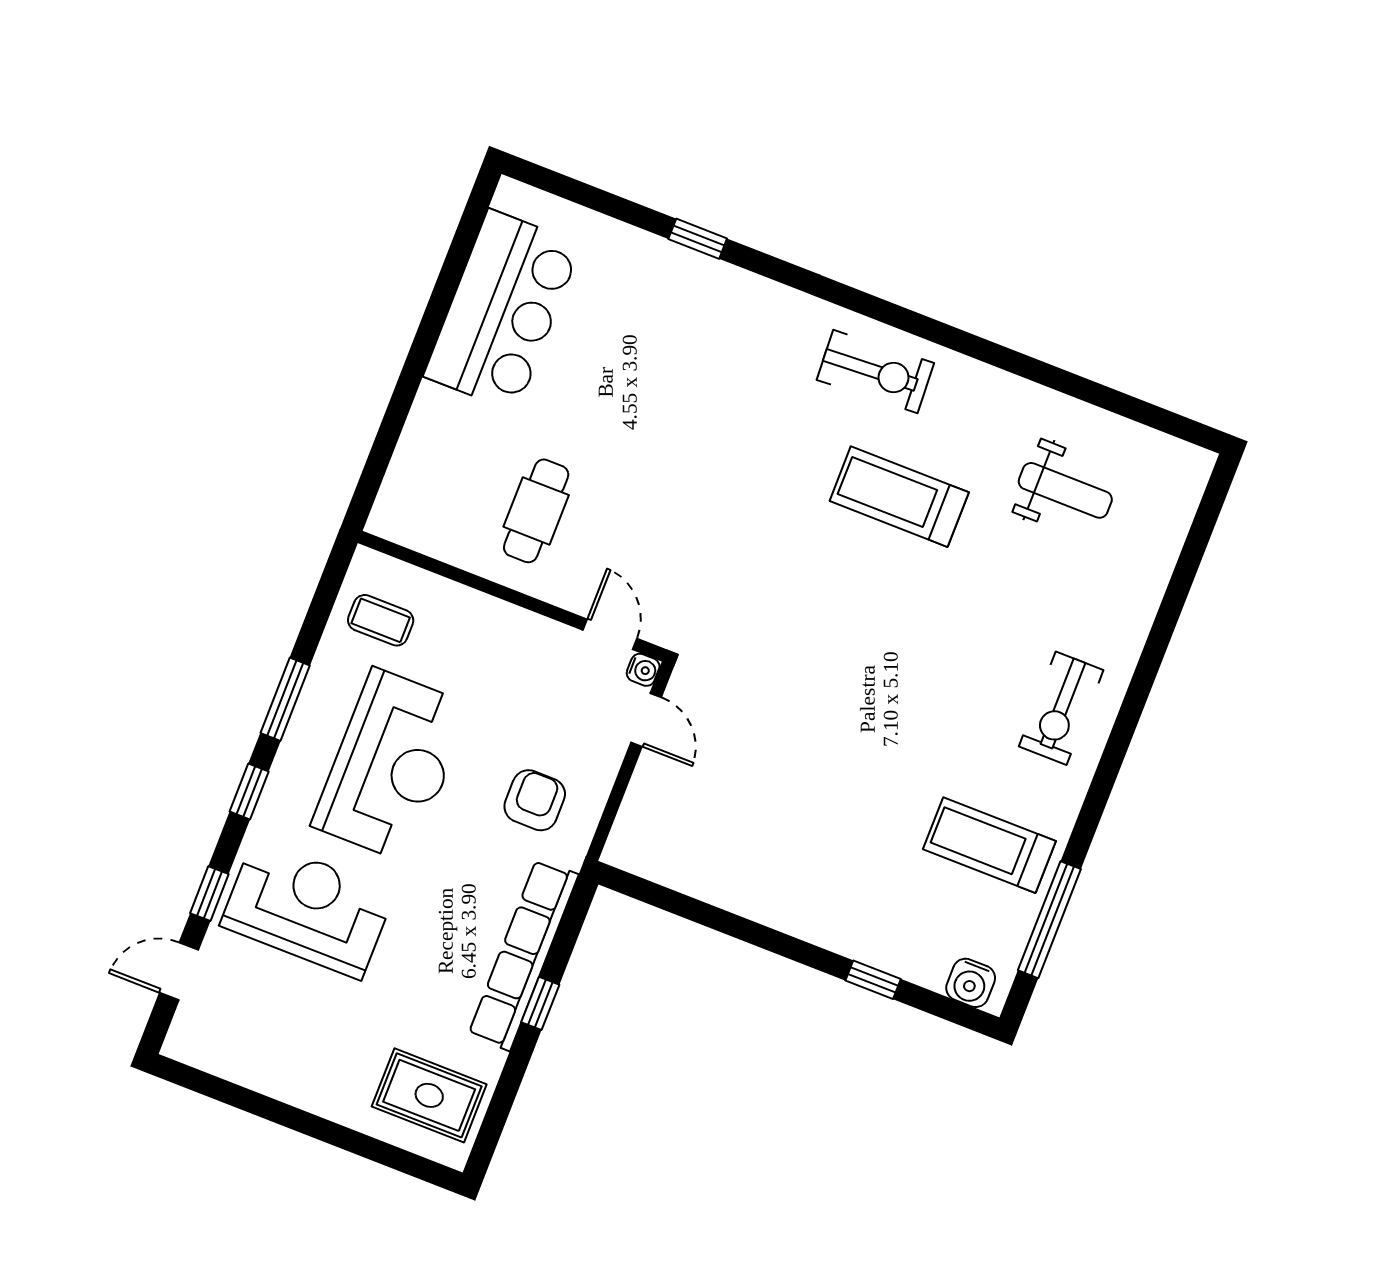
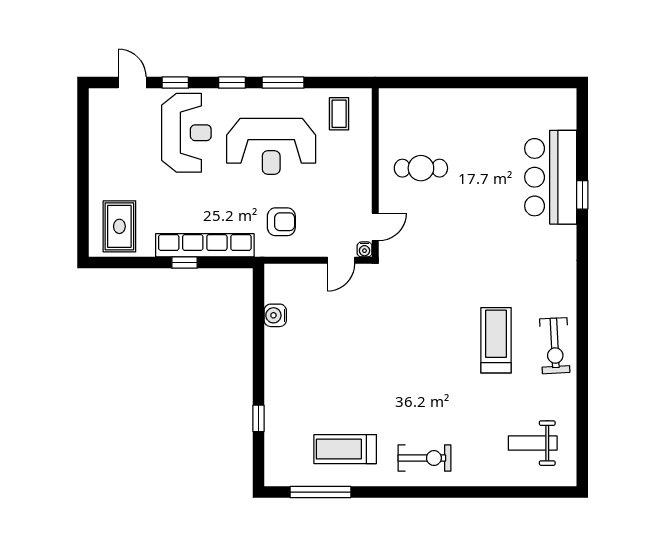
bar counter: (502, 310) -> (551, 177), moved, turned 90
exercise bike: (875, 372) -> (555, 346), moved
weight bench: (1065, 490) -> (533, 443), moved, turned 90
exercise bike: (1061, 708) -> (424, 458), turned 180
treadmill: (989, 845) -> (345, 449), turned -90
water cooler: (971, 983) -> (275, 315), moved

